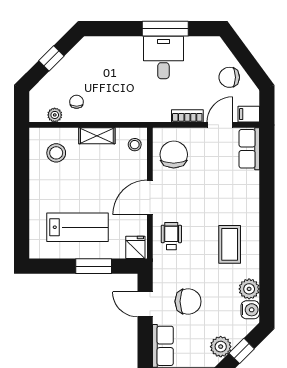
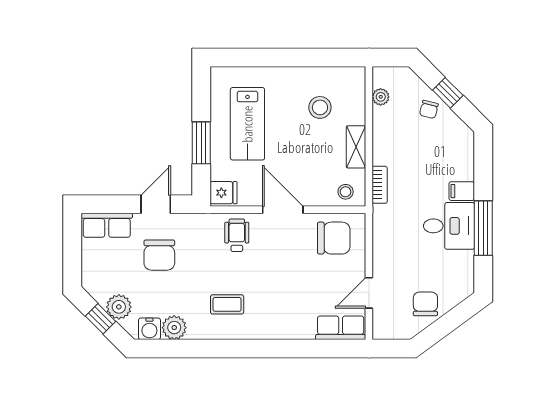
chair: (77, 102) -> (429, 109), moved, turned 104
filing cabinet: (249, 114) -> (462, 191), moved, turned -90
bookcase: (187, 116) -> (380, 185), moved
door: (220, 125) -> (369, 293), swing flipped
stool: (56, 153) -> (320, 107), moved
wheelchair: (171, 236) -> (237, 235), turned -90
coffee table: (230, 244) -> (227, 304), width x0.73, depth x0.77
plant: (221, 347) -> (119, 307), moved

